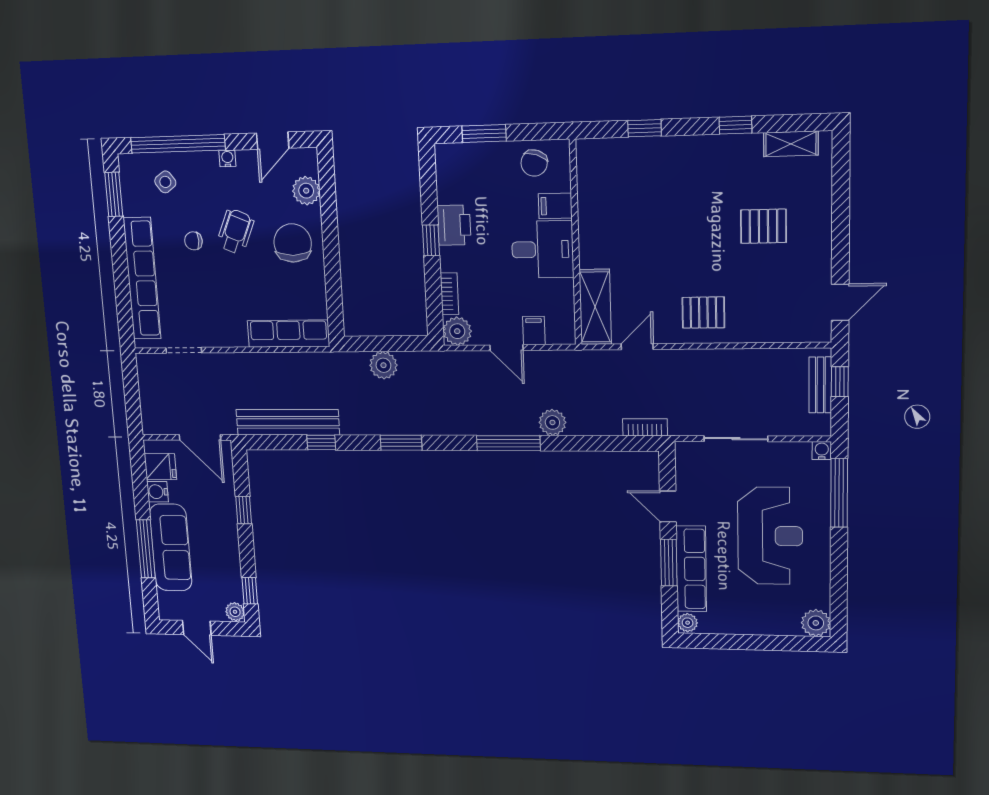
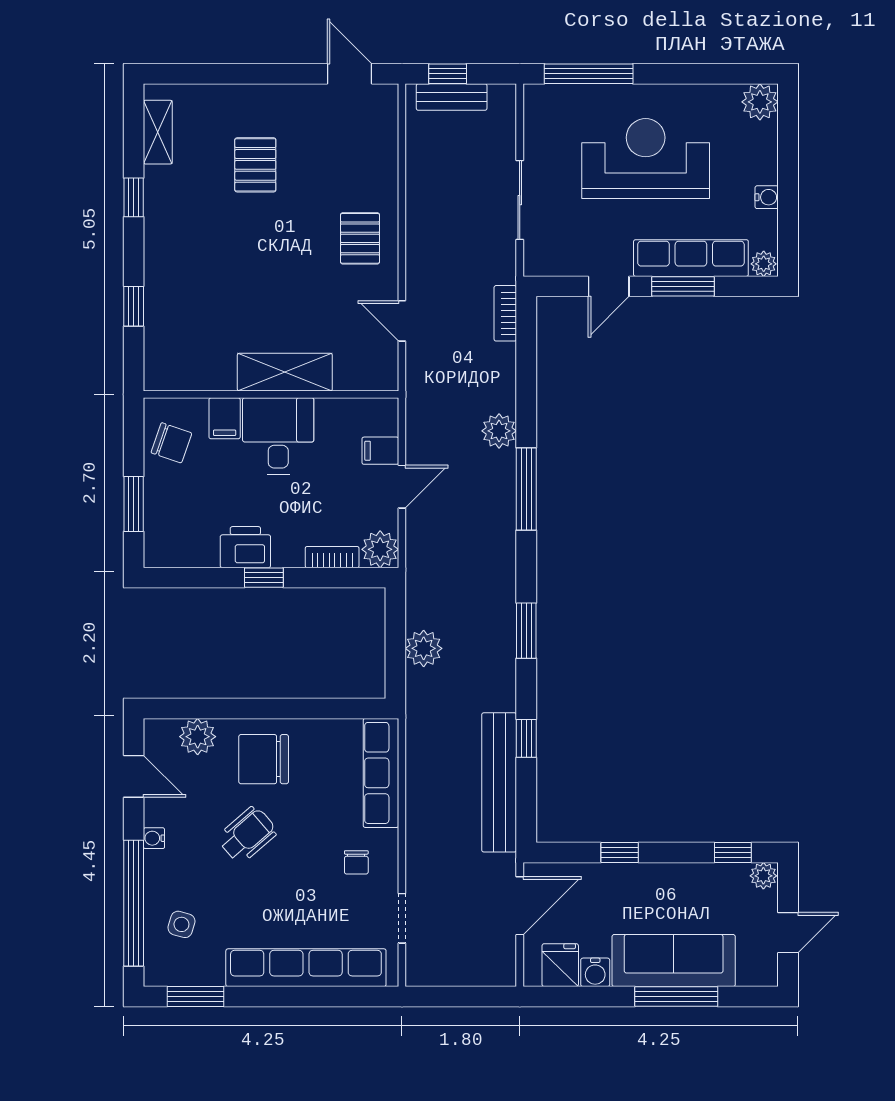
side table: (165, 182) -> (181, 924), turned -38
wheelchair: (235, 231) -> (247, 835), turned 116
chair: (193, 241) -> (356, 862), moved
shelving: (595, 307) -> (285, 372), moved
water cooler: (822, 451) -> (767, 197), moved, turned 180

